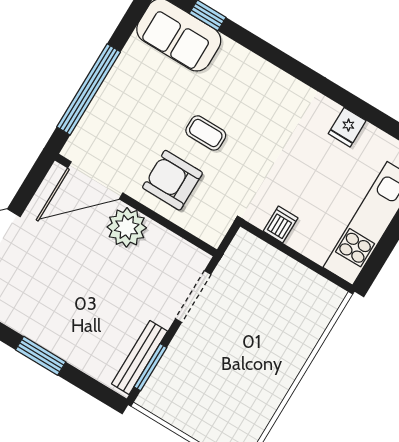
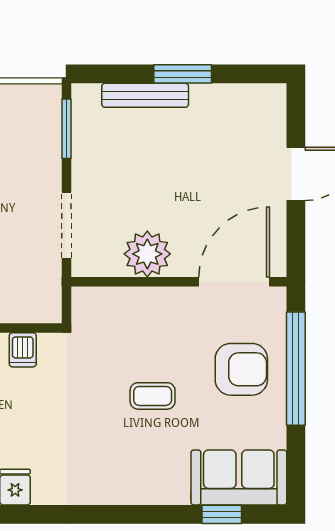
armchair: (172, 180) -> (241, 369), moved
plant: (127, 227) -> (147, 254), moved
bench: (139, 357) -> (145, 95), moved, turned 90

